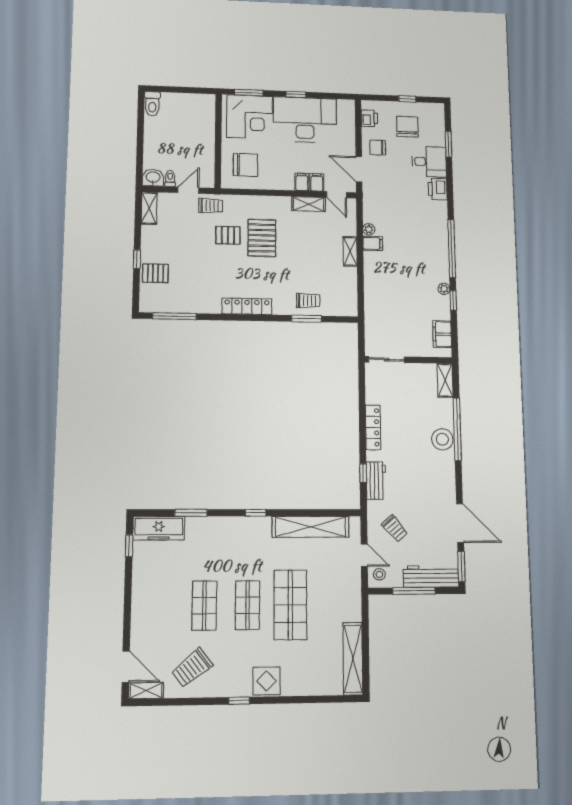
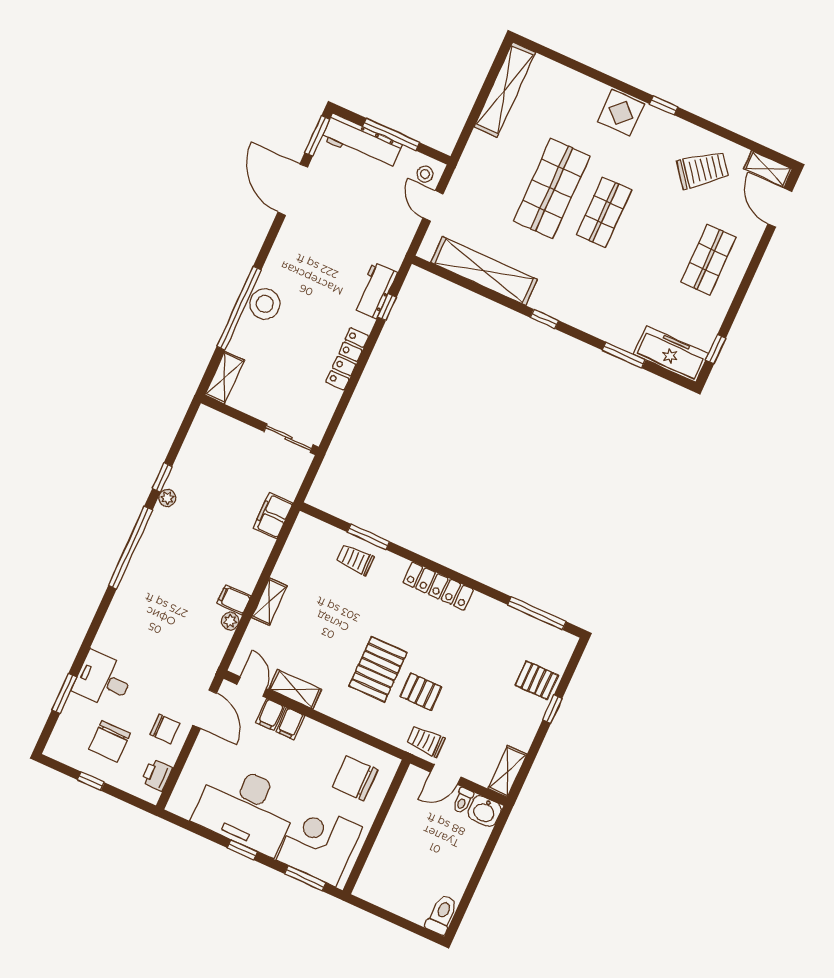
printer: (438, 189) -> (110, 637), removed
filing cabinet: (442, 334) -> (273, 516), moved, turned 180
trolley: (395, 528) -> (379, 221), removed
shop shelf: (204, 606) -> (708, 260), moved

